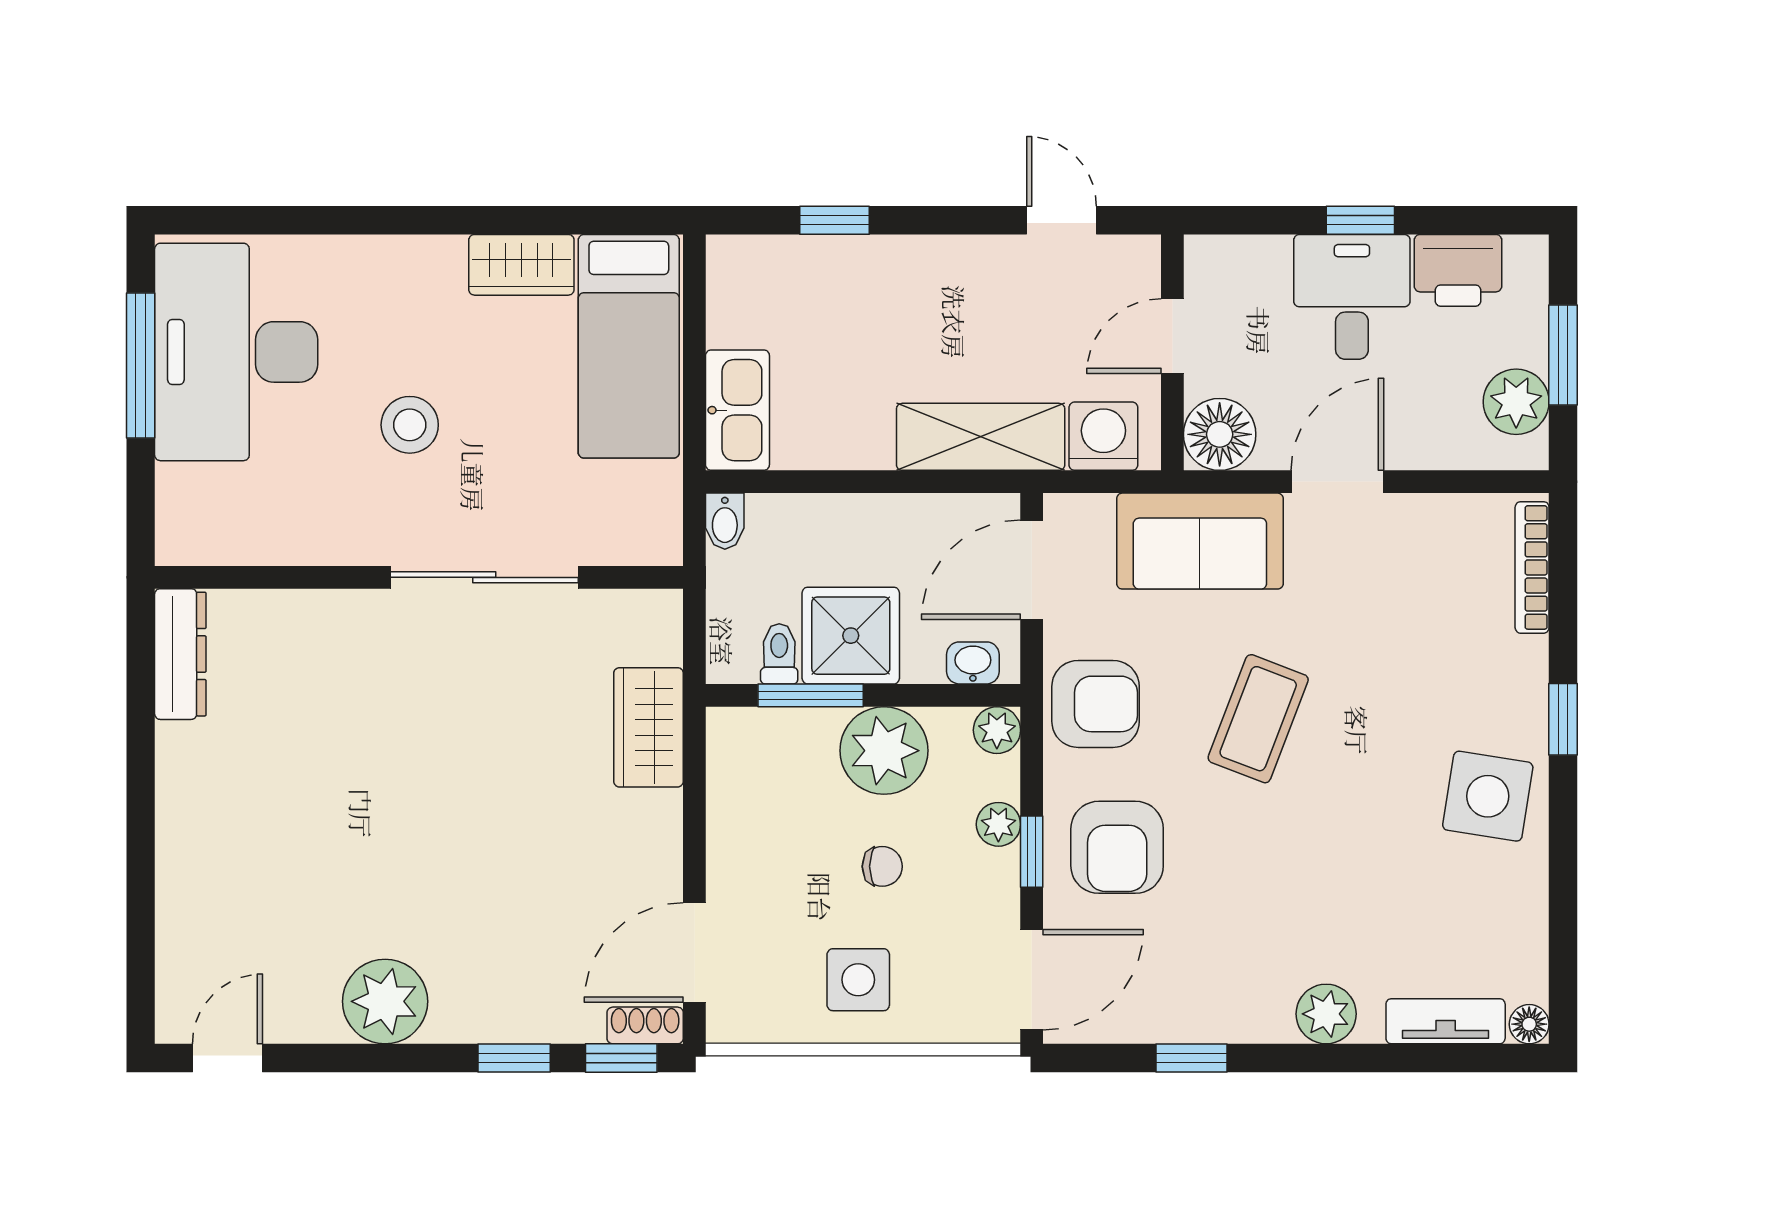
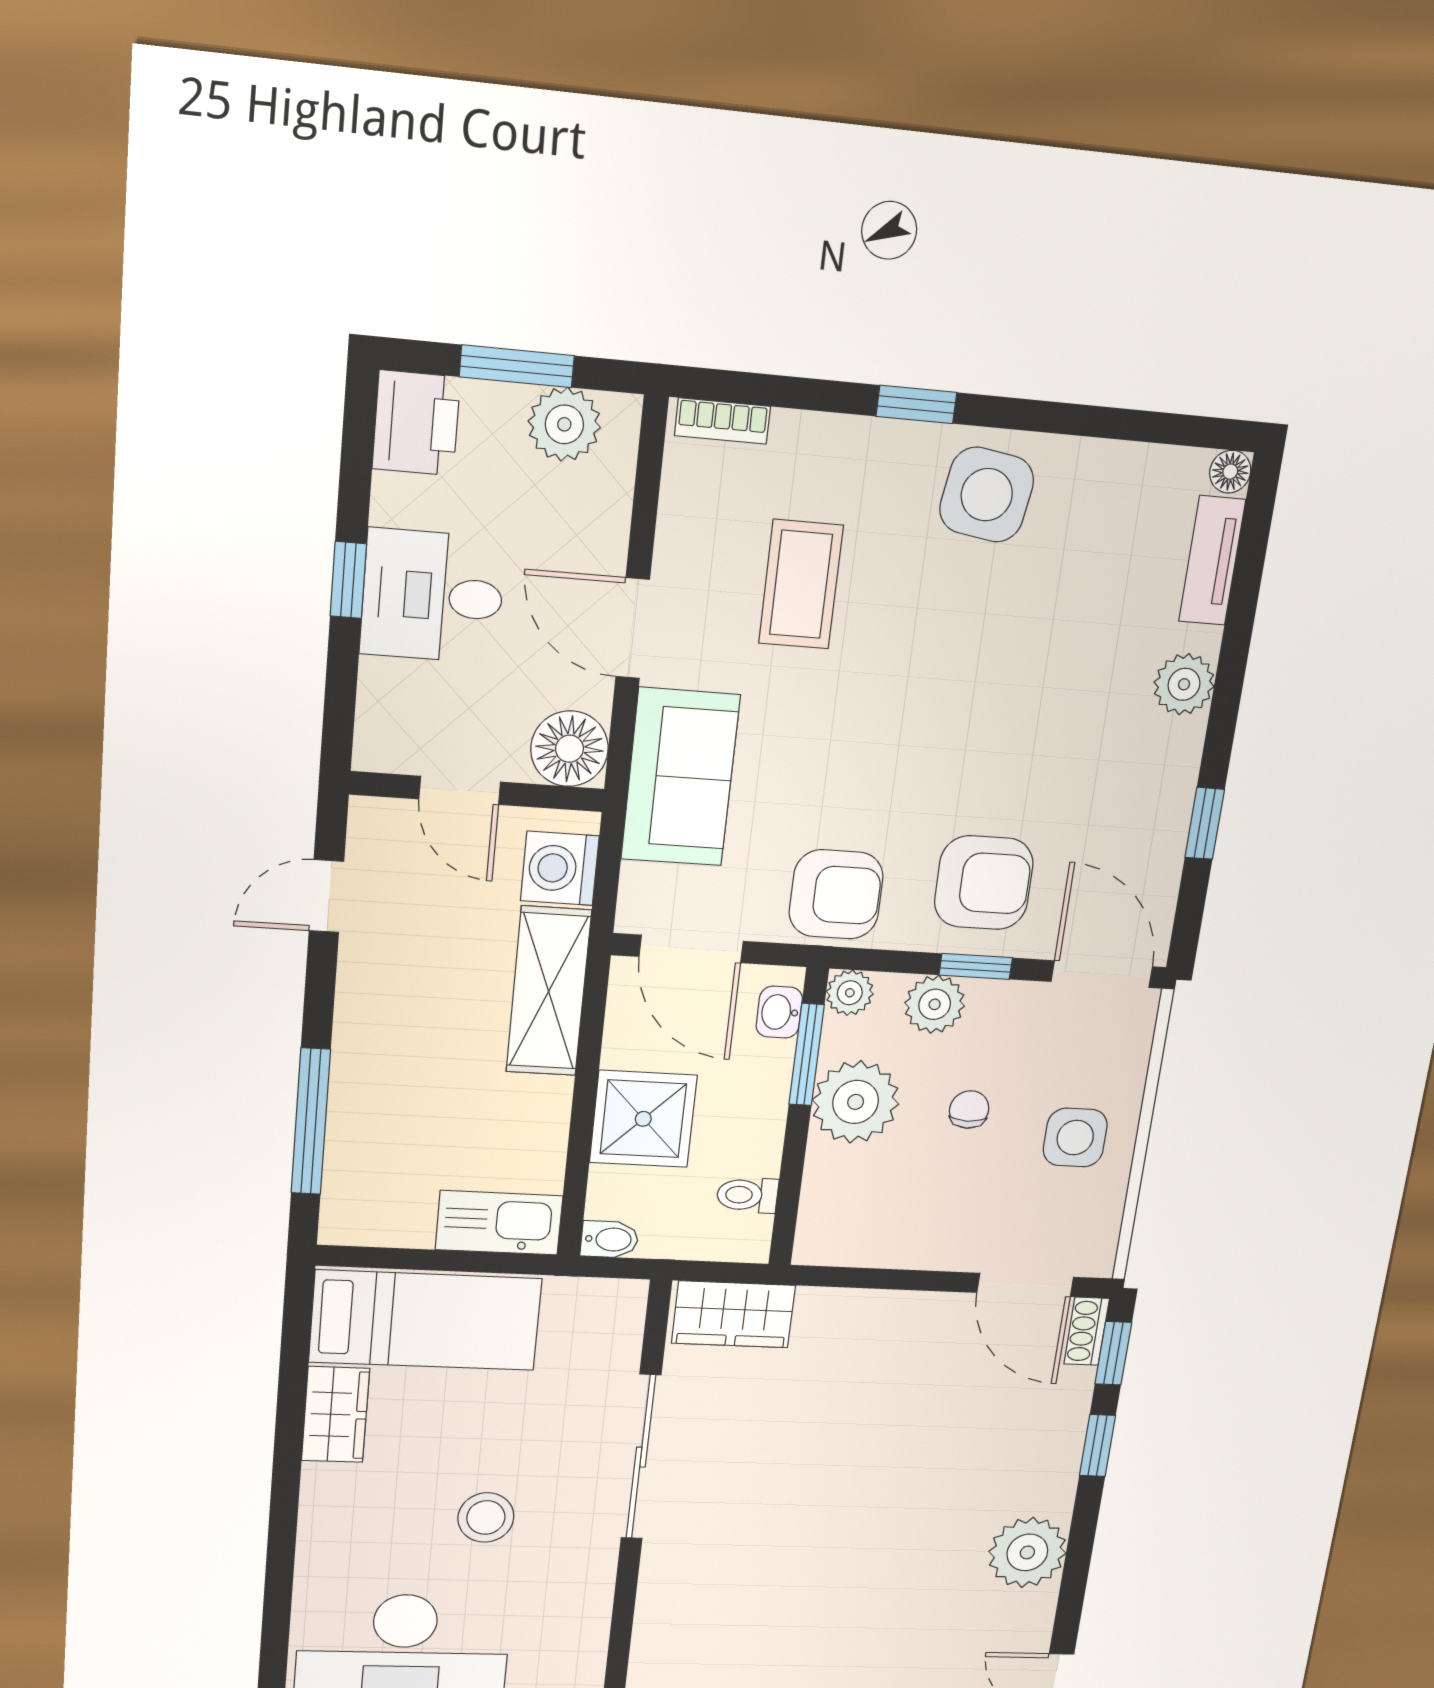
window: (834, 220) -> (311, 1122), width x2.17
printer: (1458, 270) -> (416, 423), moved
bookcase: (1532, 567) -> (722, 421), width x0.64
shower: (851, 636) -> (643, 1119), moved
window: (811, 695) -> (807, 1055), moved
armchair: (1096, 704) -> (836, 894), turned 90
coffee table: (1258, 719) -> (801, 584), moved, turned 69
wardrobe: (649, 727) -> (733, 1314), moved
plant: (998, 824) -> (935, 1004), width x1.38, depth x1.38

